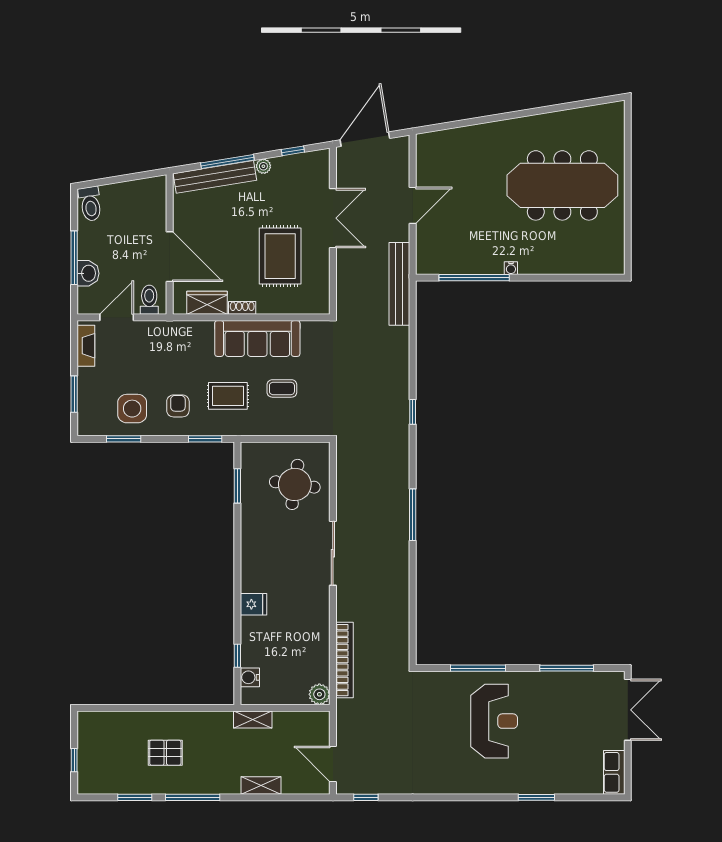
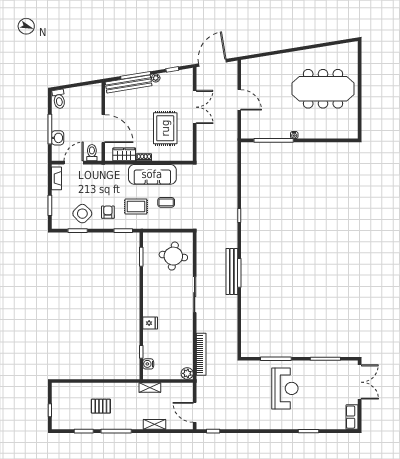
door: (413, 205) -> (239, 100), hinge flipped
bench: (399, 284) -> (232, 271), moved
side table: (132, 409) -> (82, 214), turned 45

